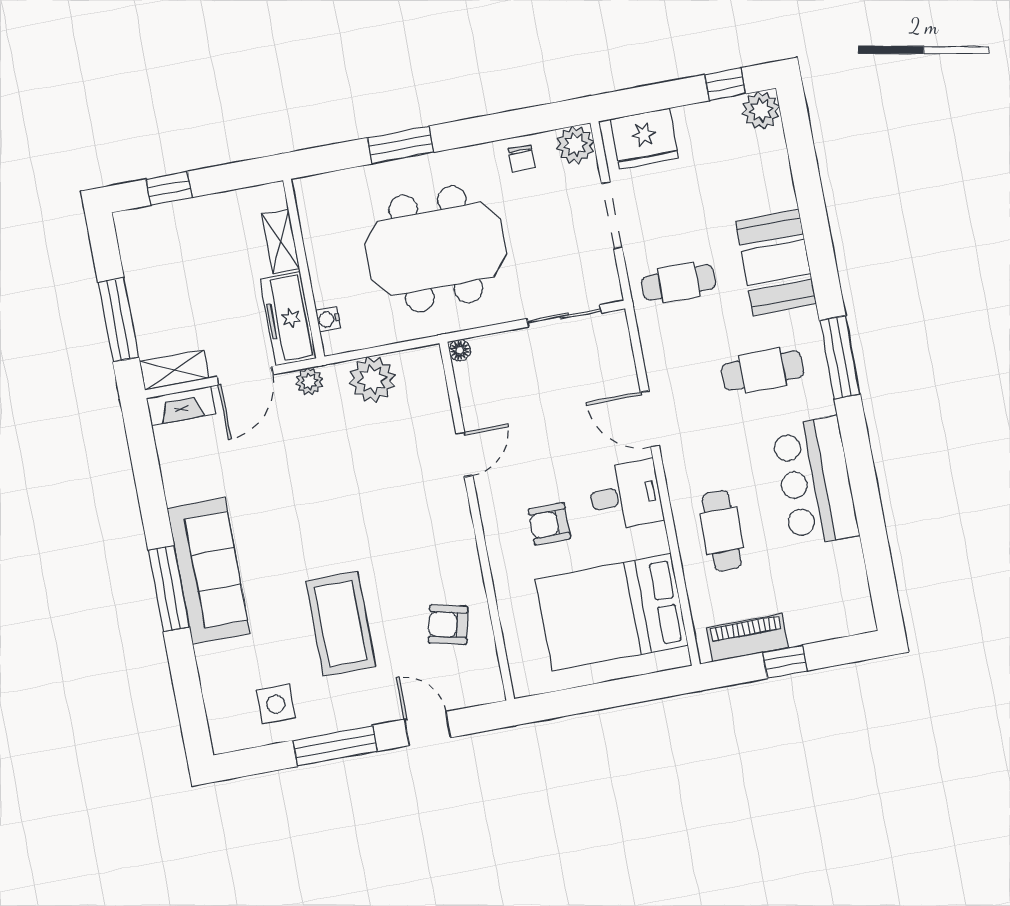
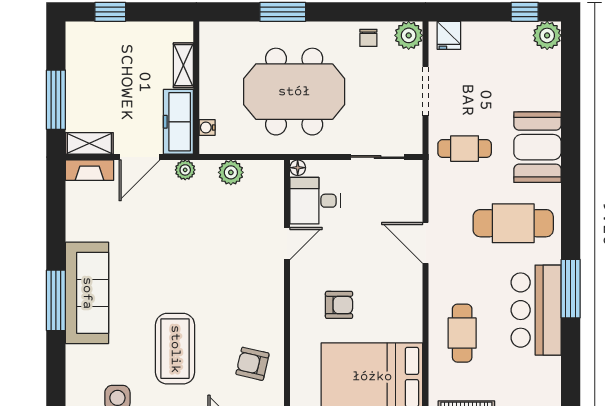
fridge: (644, 139) -> (449, 35), width x0.53, depth x0.75
window: (840, 357) -> (571, 289), moved
cafe table: (763, 371) -> (513, 223), width x1.37, depth x1.35
plant: (372, 379) -> (231, 172), width x0.73, depth x0.73
desk: (625, 495) -> (315, 201), moved, turned 180
armchair: (549, 524) -> (339, 305), turned 180

